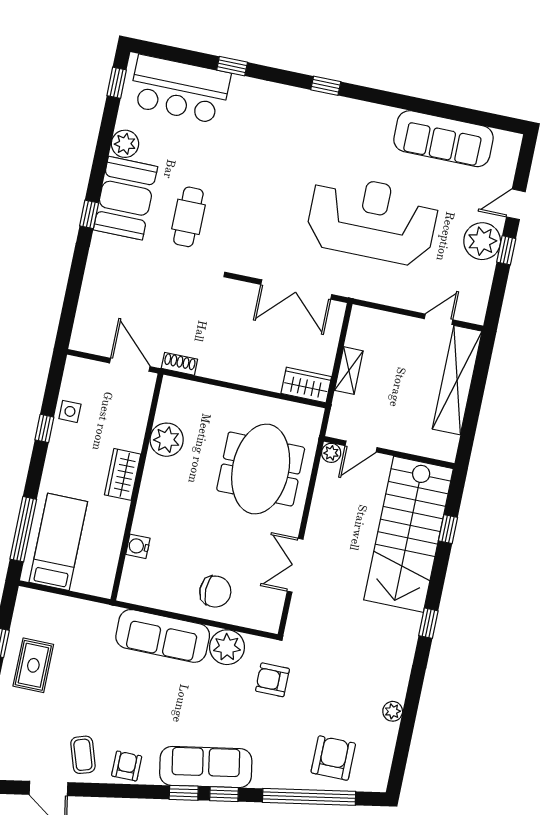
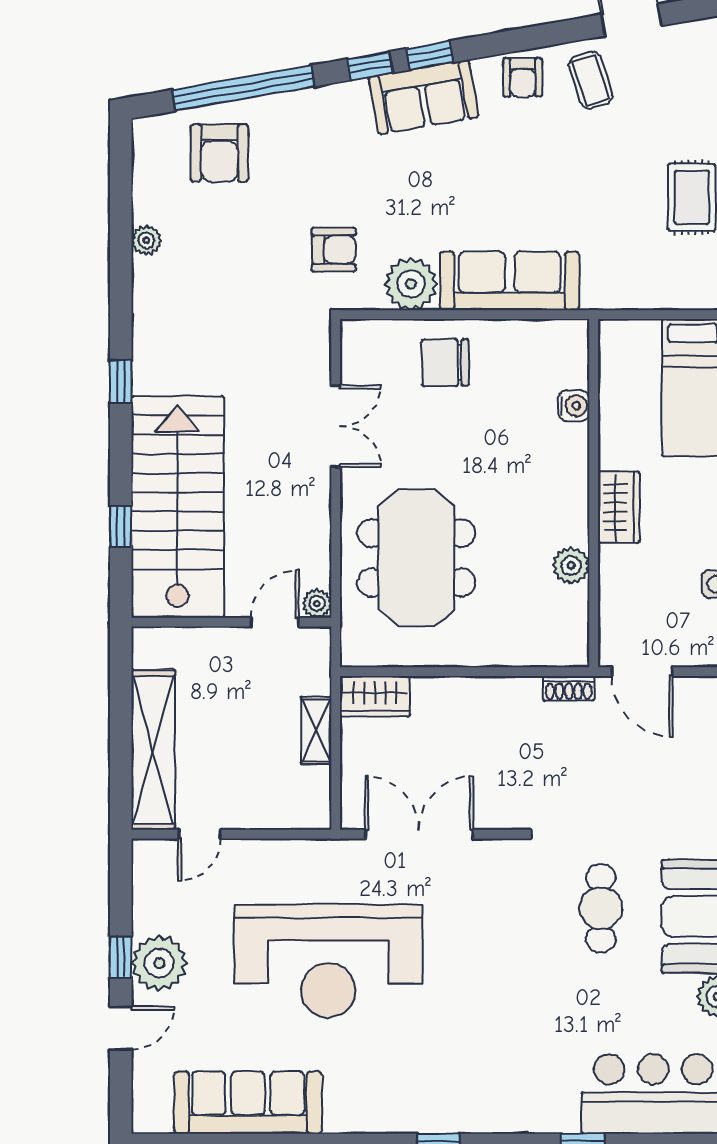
plant: (167, 440) -> (571, 565), width x0.73, depth x0.73
sofa: (206, 767) -> (423, 97), width x0.73

